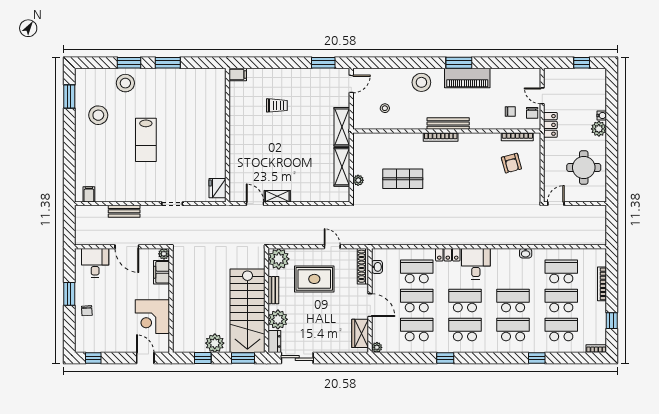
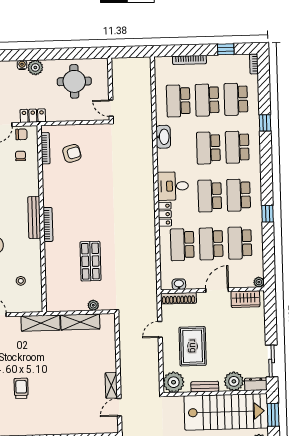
washbasin: (526, 253) -> (163, 137), width x1.91, depth x1.45

